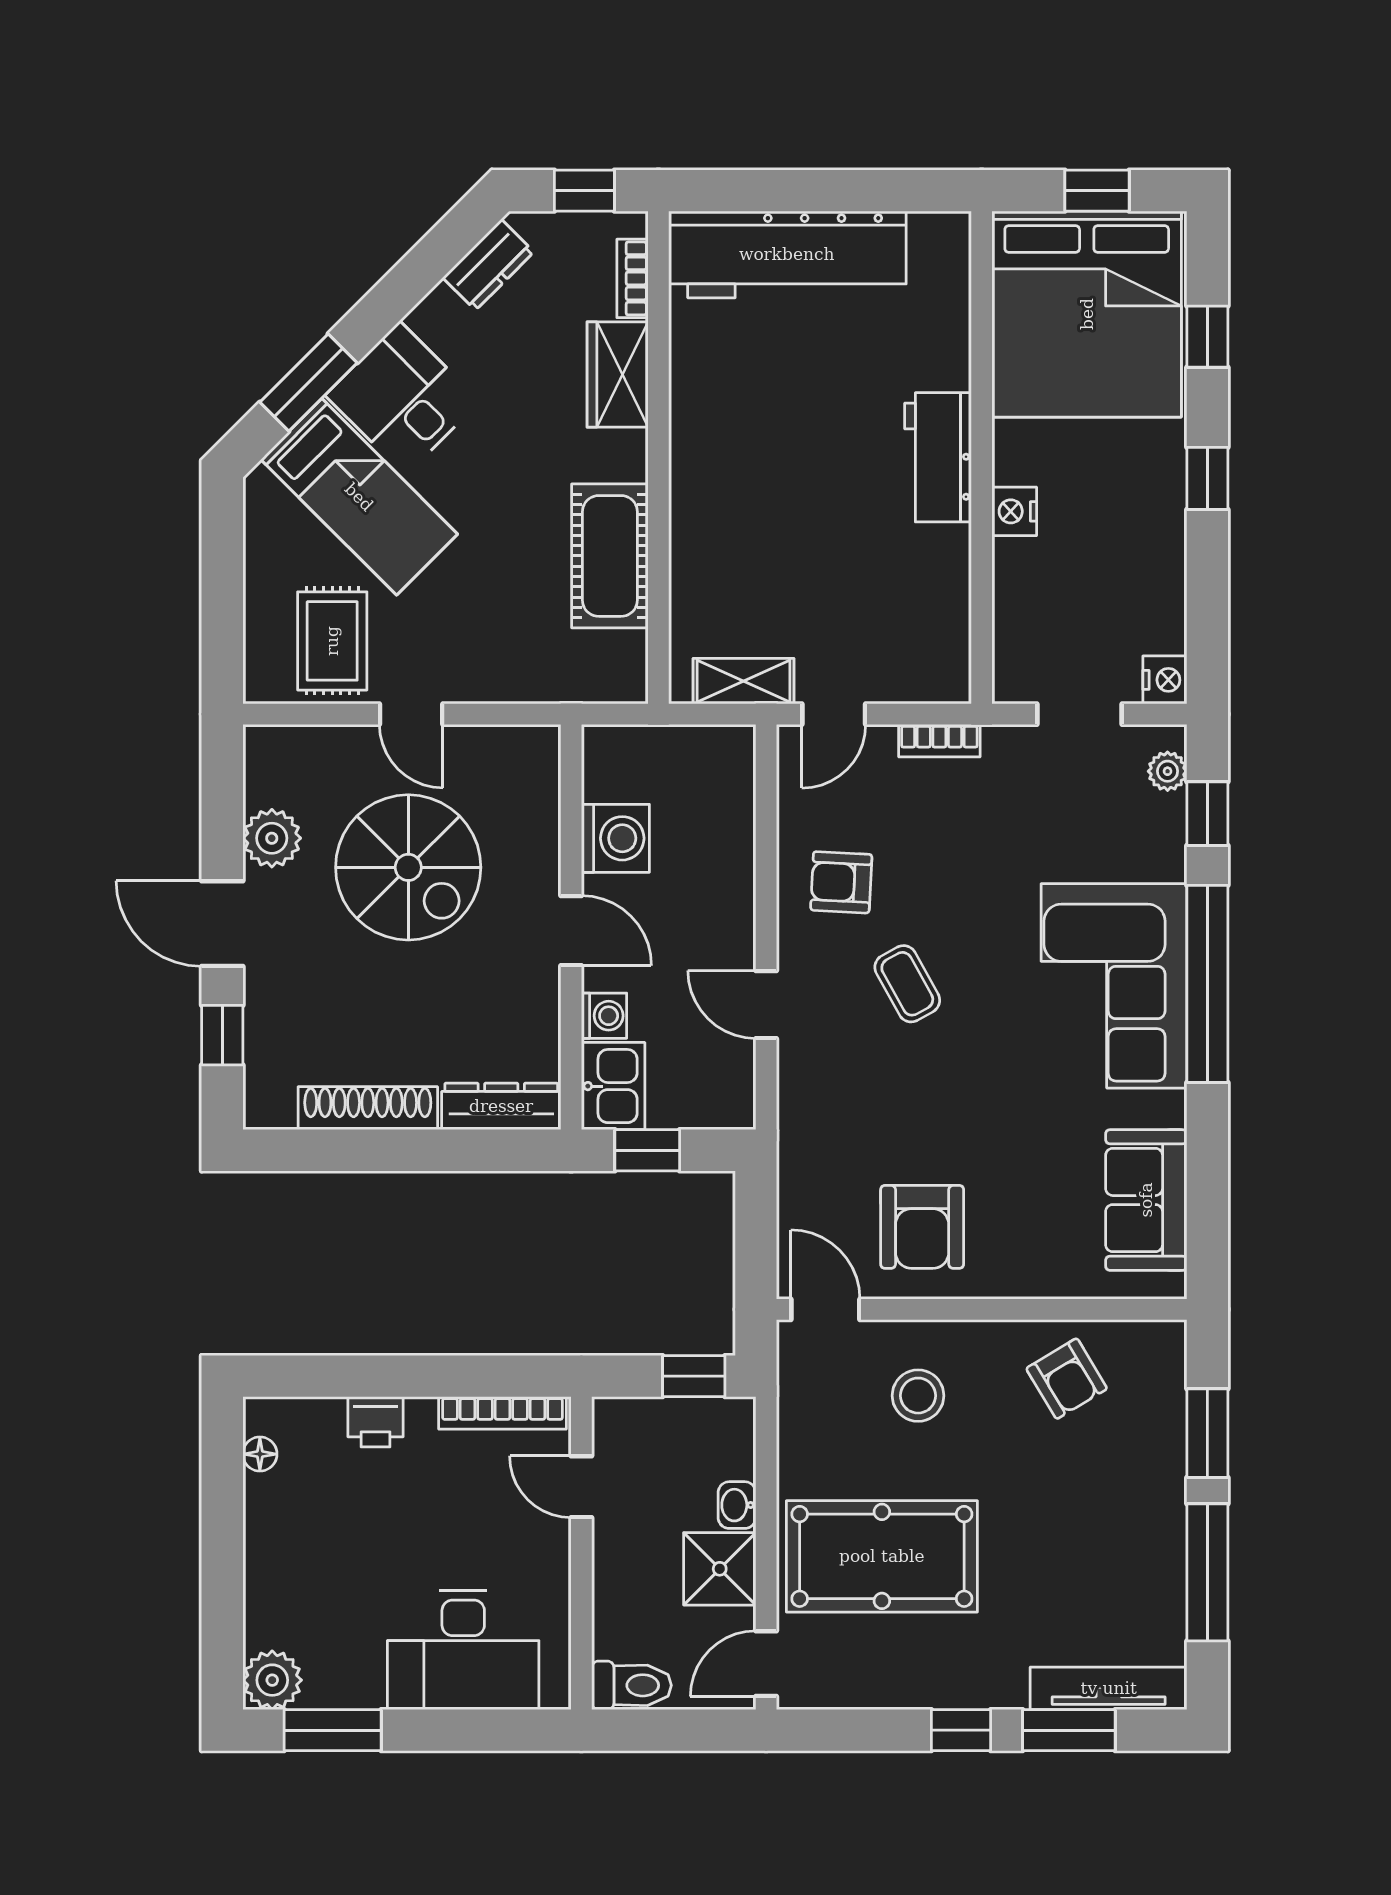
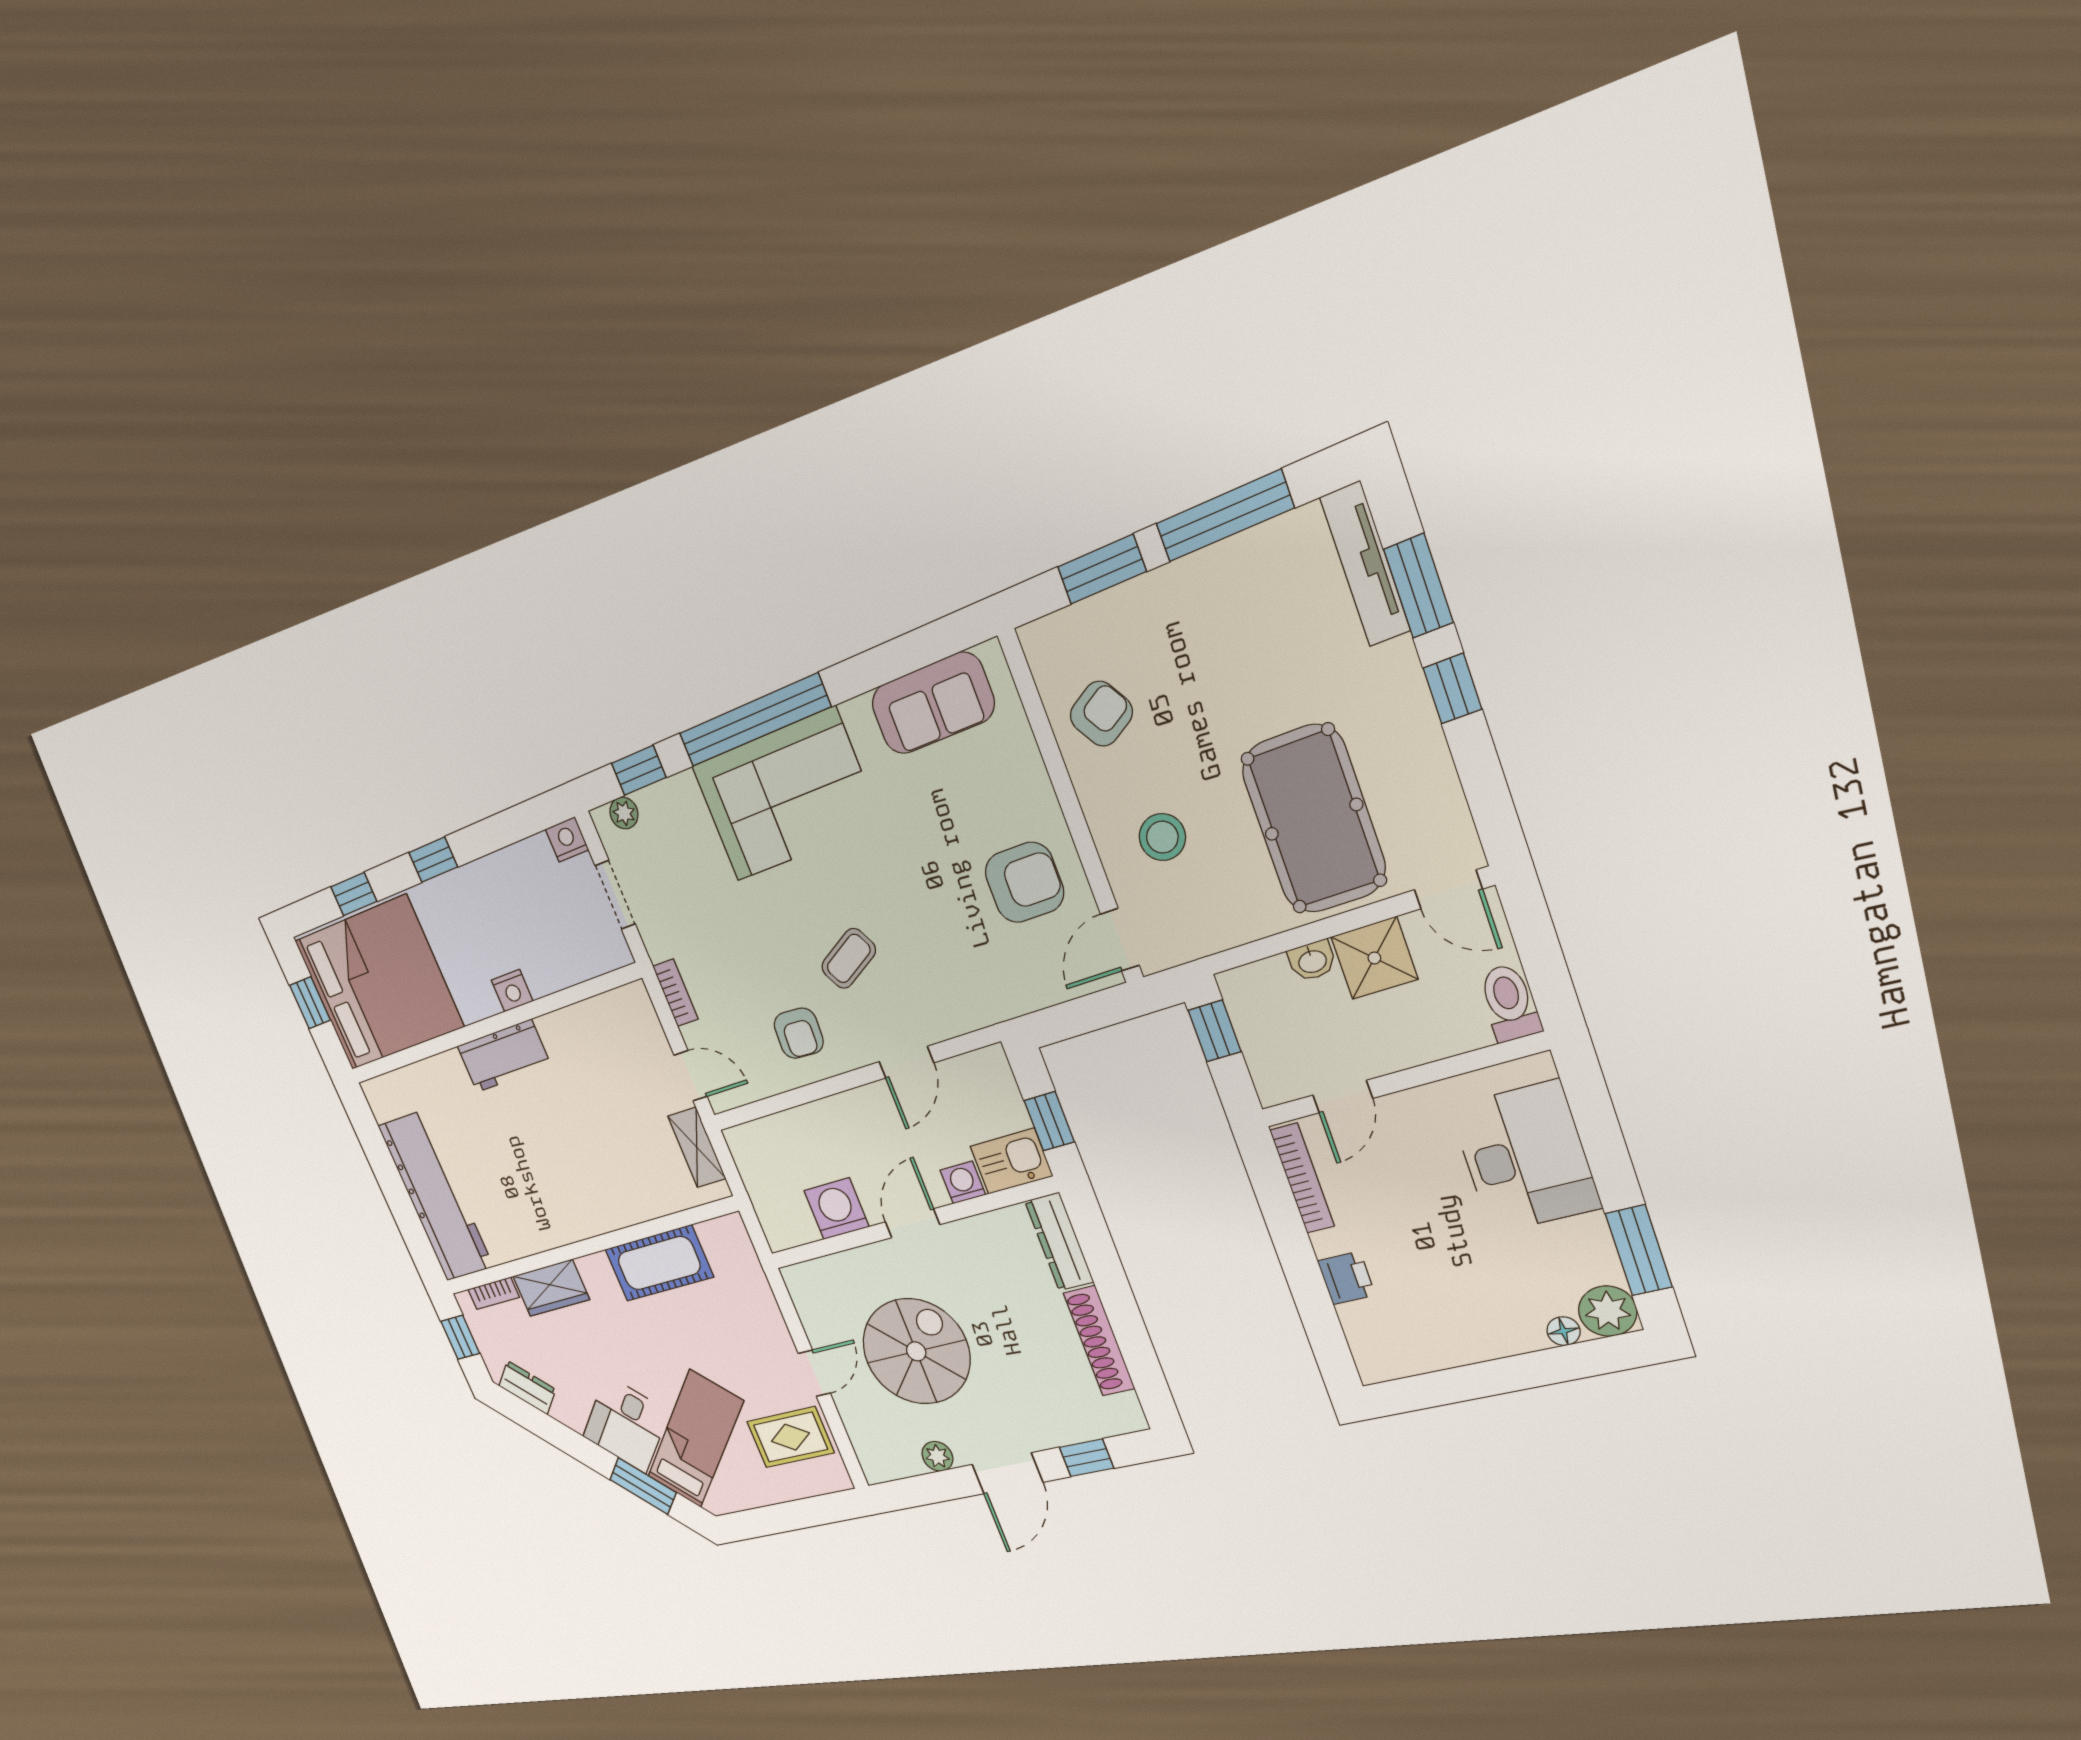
plant: (272, 838) -> (937, 1456), width x0.73, depth x0.73
floor lamp: (260, 1454) -> (1564, 1331), moved

